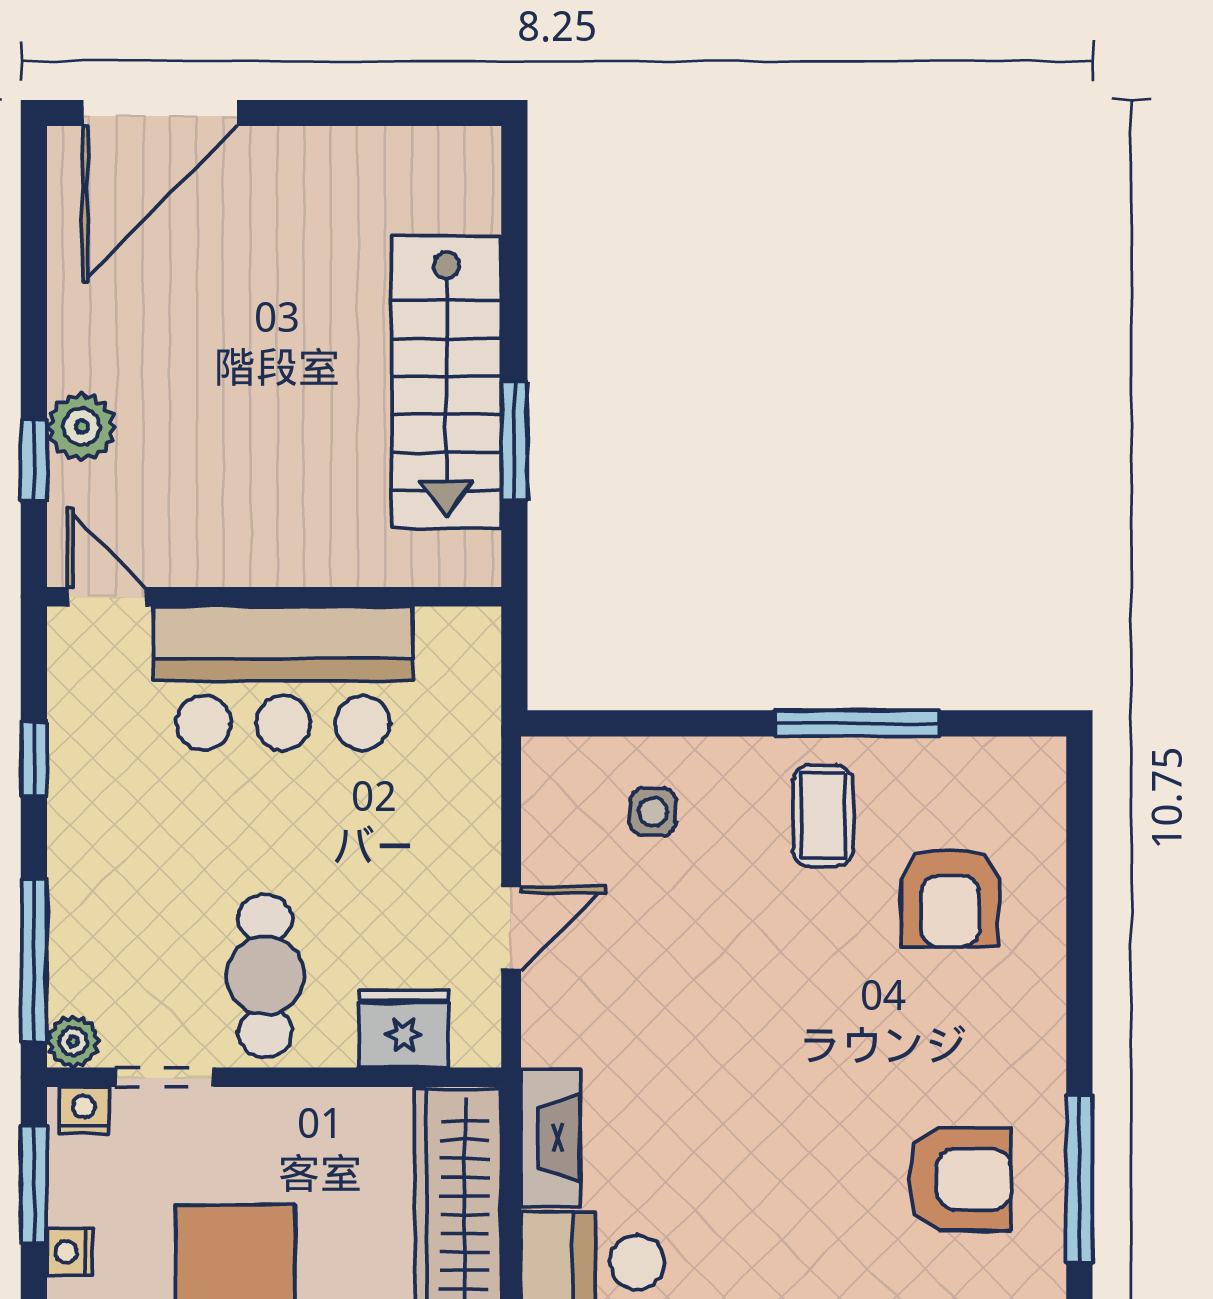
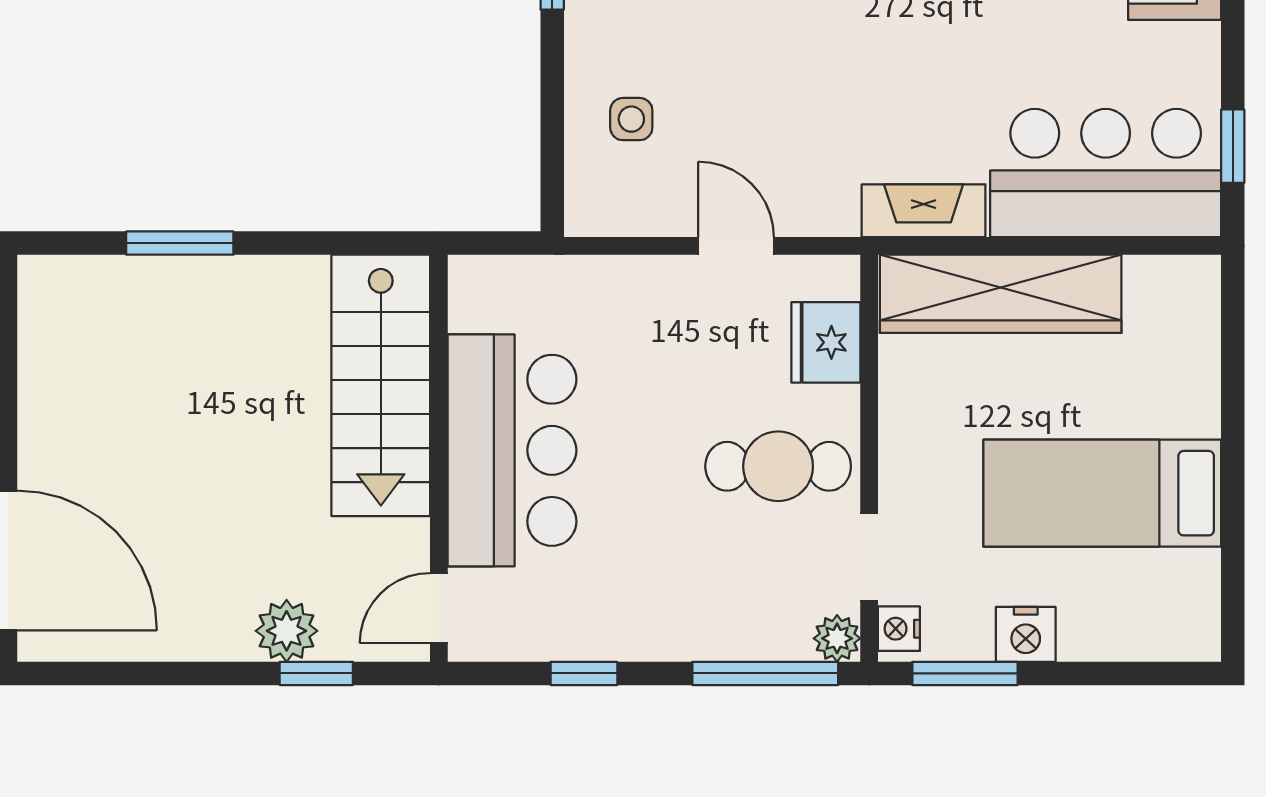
stairs: (446, 382) -> (381, 385), moved, turned 90
window: (514, 441) -> (180, 243), moved
nightstand: (70, 1252) -> (1026, 634), width x1.39, depth x1.35

